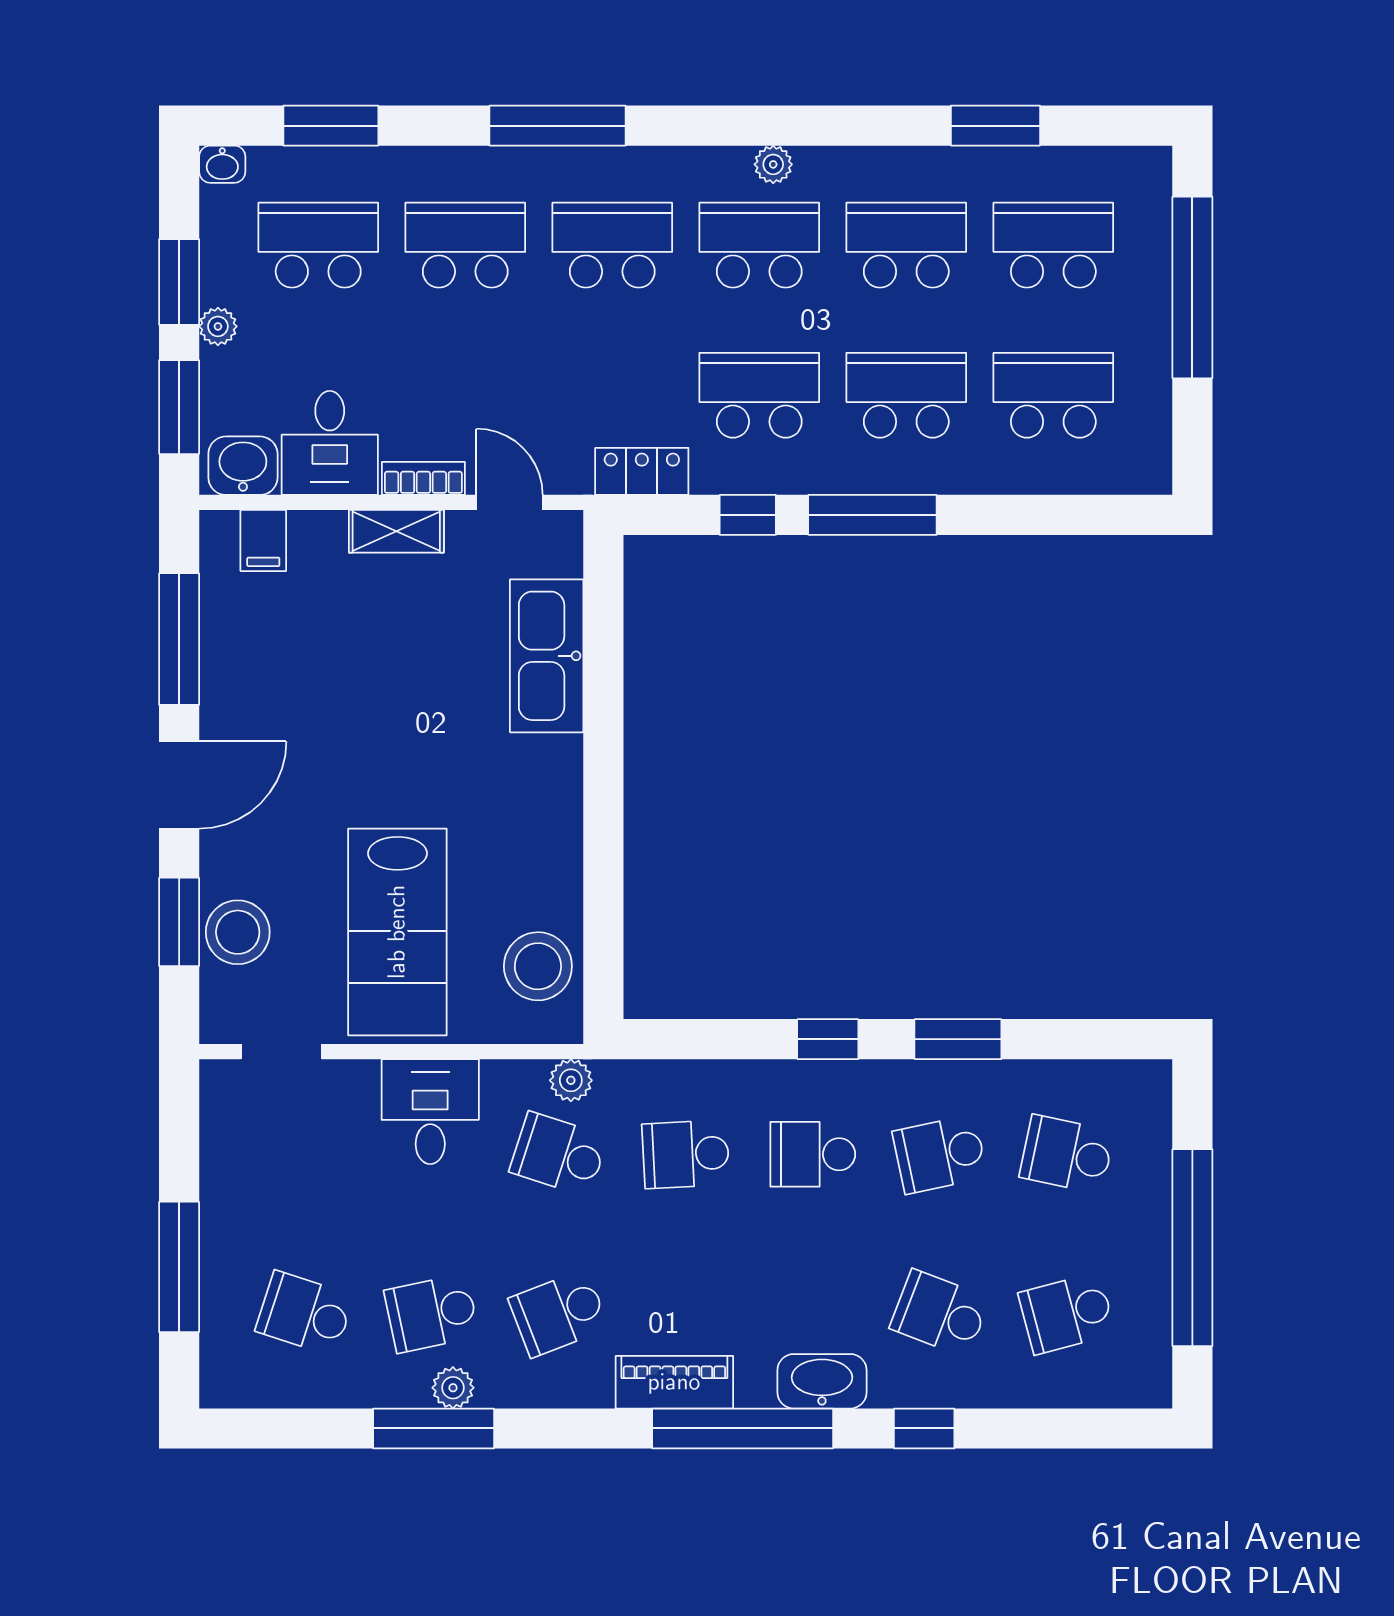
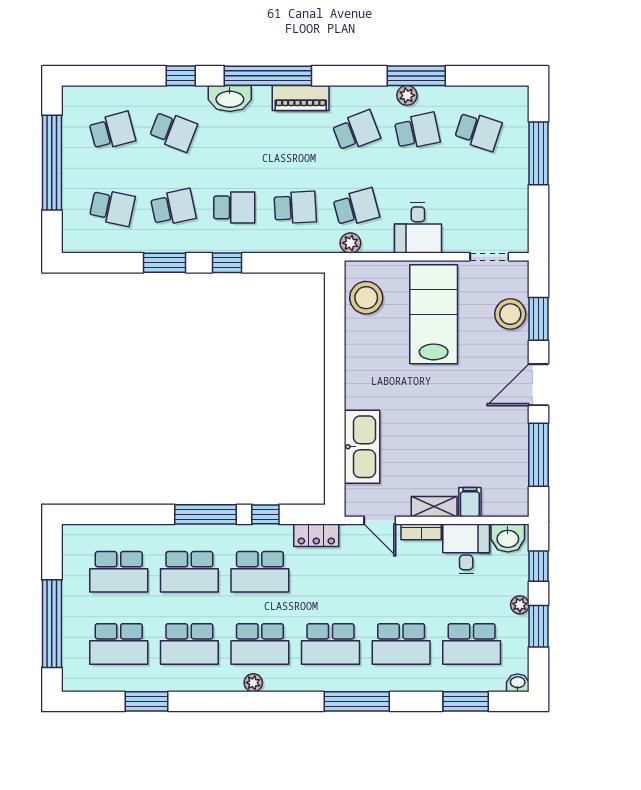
window: (179, 407) -> (538, 566), width x0.67
filing cabinet: (263, 540) -> (470, 502), moved
school desk: (559, 1154) -> (356, 207), turned -33

